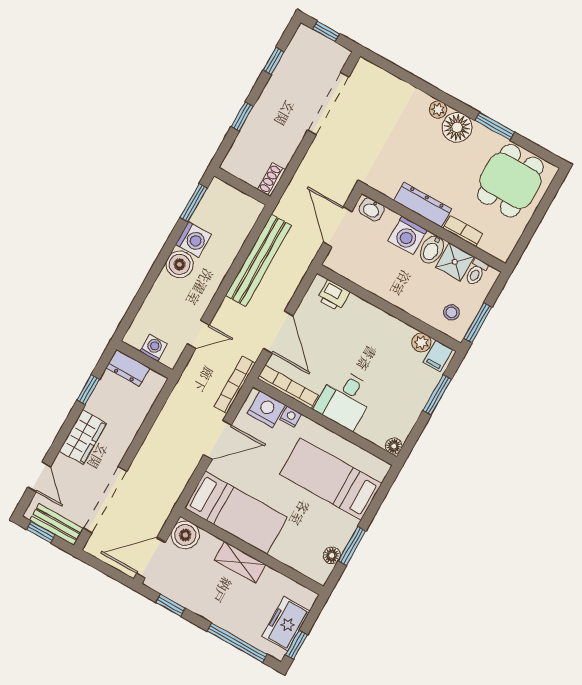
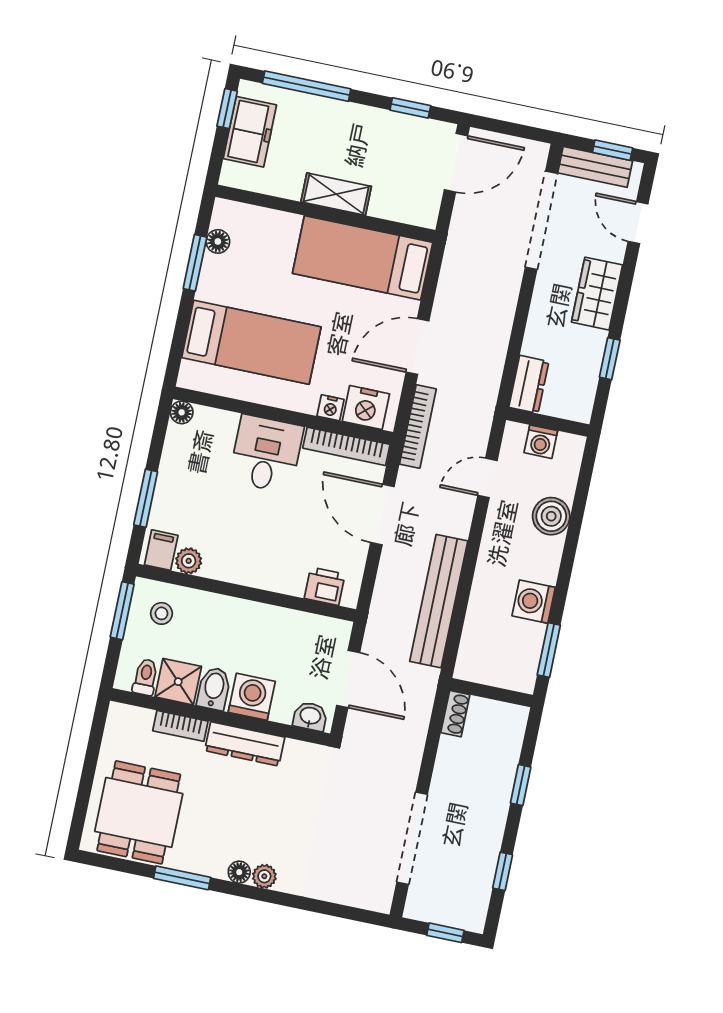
floor lamp: (457, 127) -> (239, 872), width x0.53, depth x0.53
boiler: (180, 264) -> (551, 516), moved
dresser: (128, 368) -> (529, 384), moved, turned 90
boiler: (185, 535) -> (420, 207), removed

